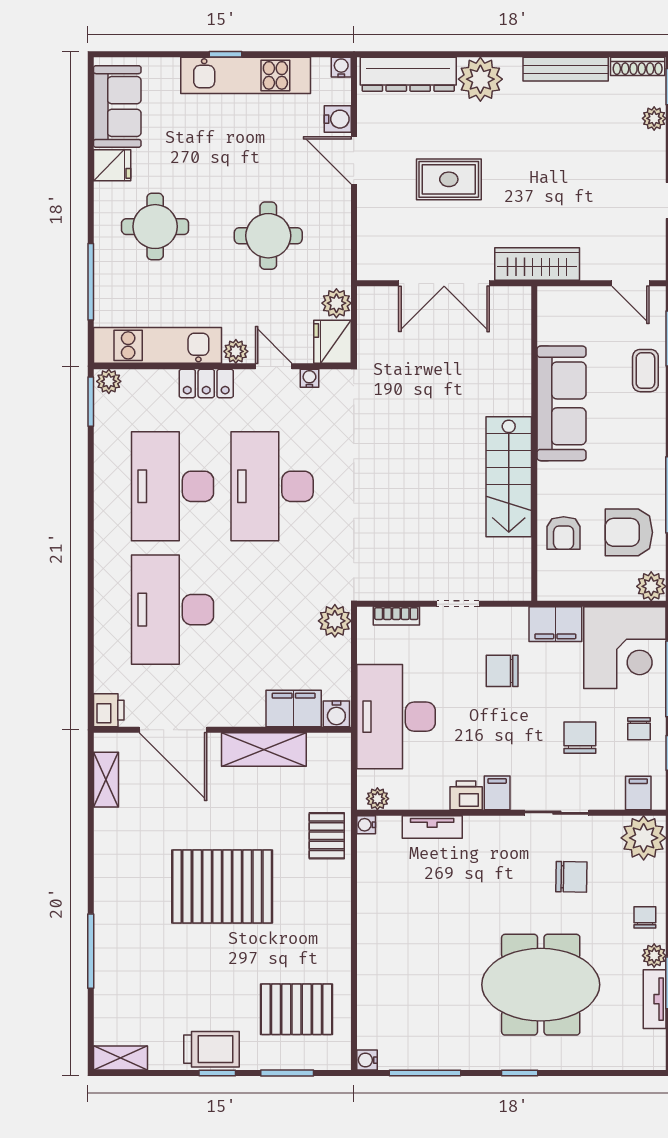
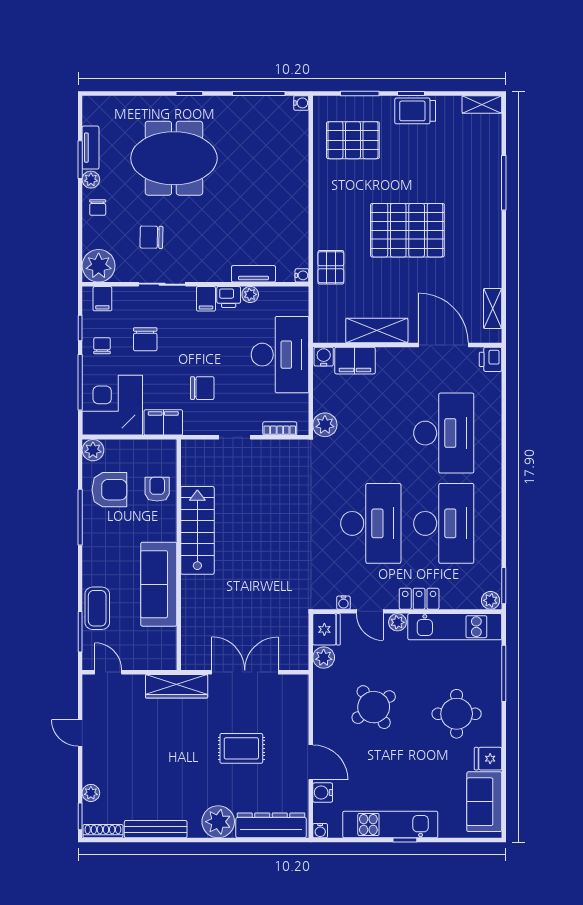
round table: (268, 236) -> (374, 707), turned -34
coffee table: (645, 371) -> (97, 608), width x1.36, depth x1.30
plant: (377, 799) -> (250, 294), moved

